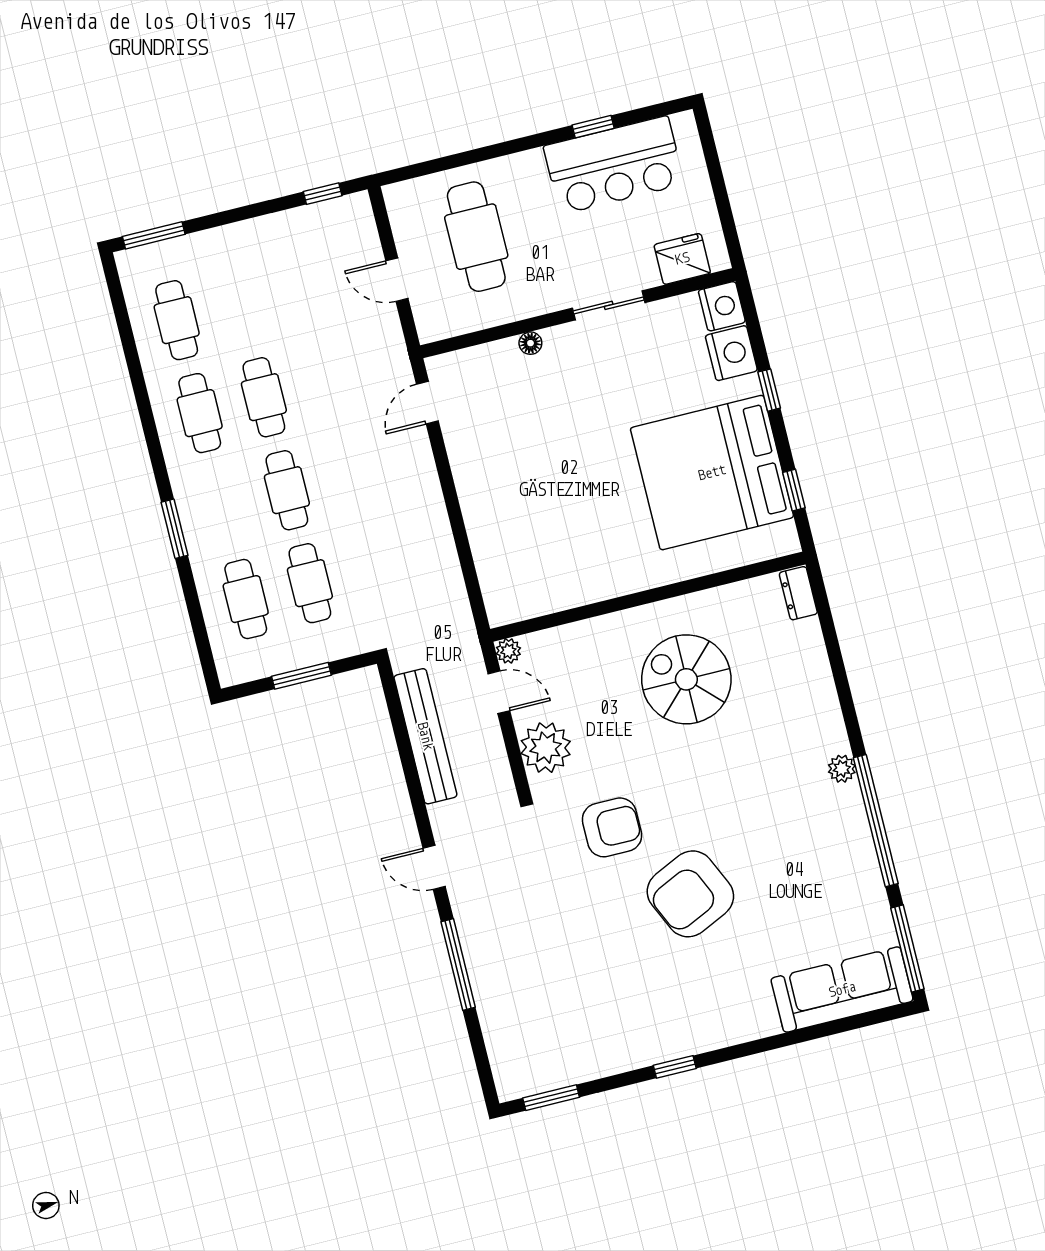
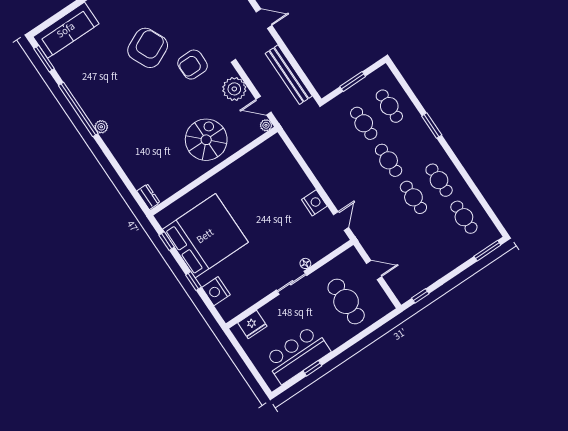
sliding door: (609, 305) -> (292, 283), moved
nightstand: (722, 306) -> (314, 203), moved, turned 180
spiral stairs: (686, 679) -> (206, 140), moved, turned -90
window: (907, 948) -> (44, 59), width x0.69

